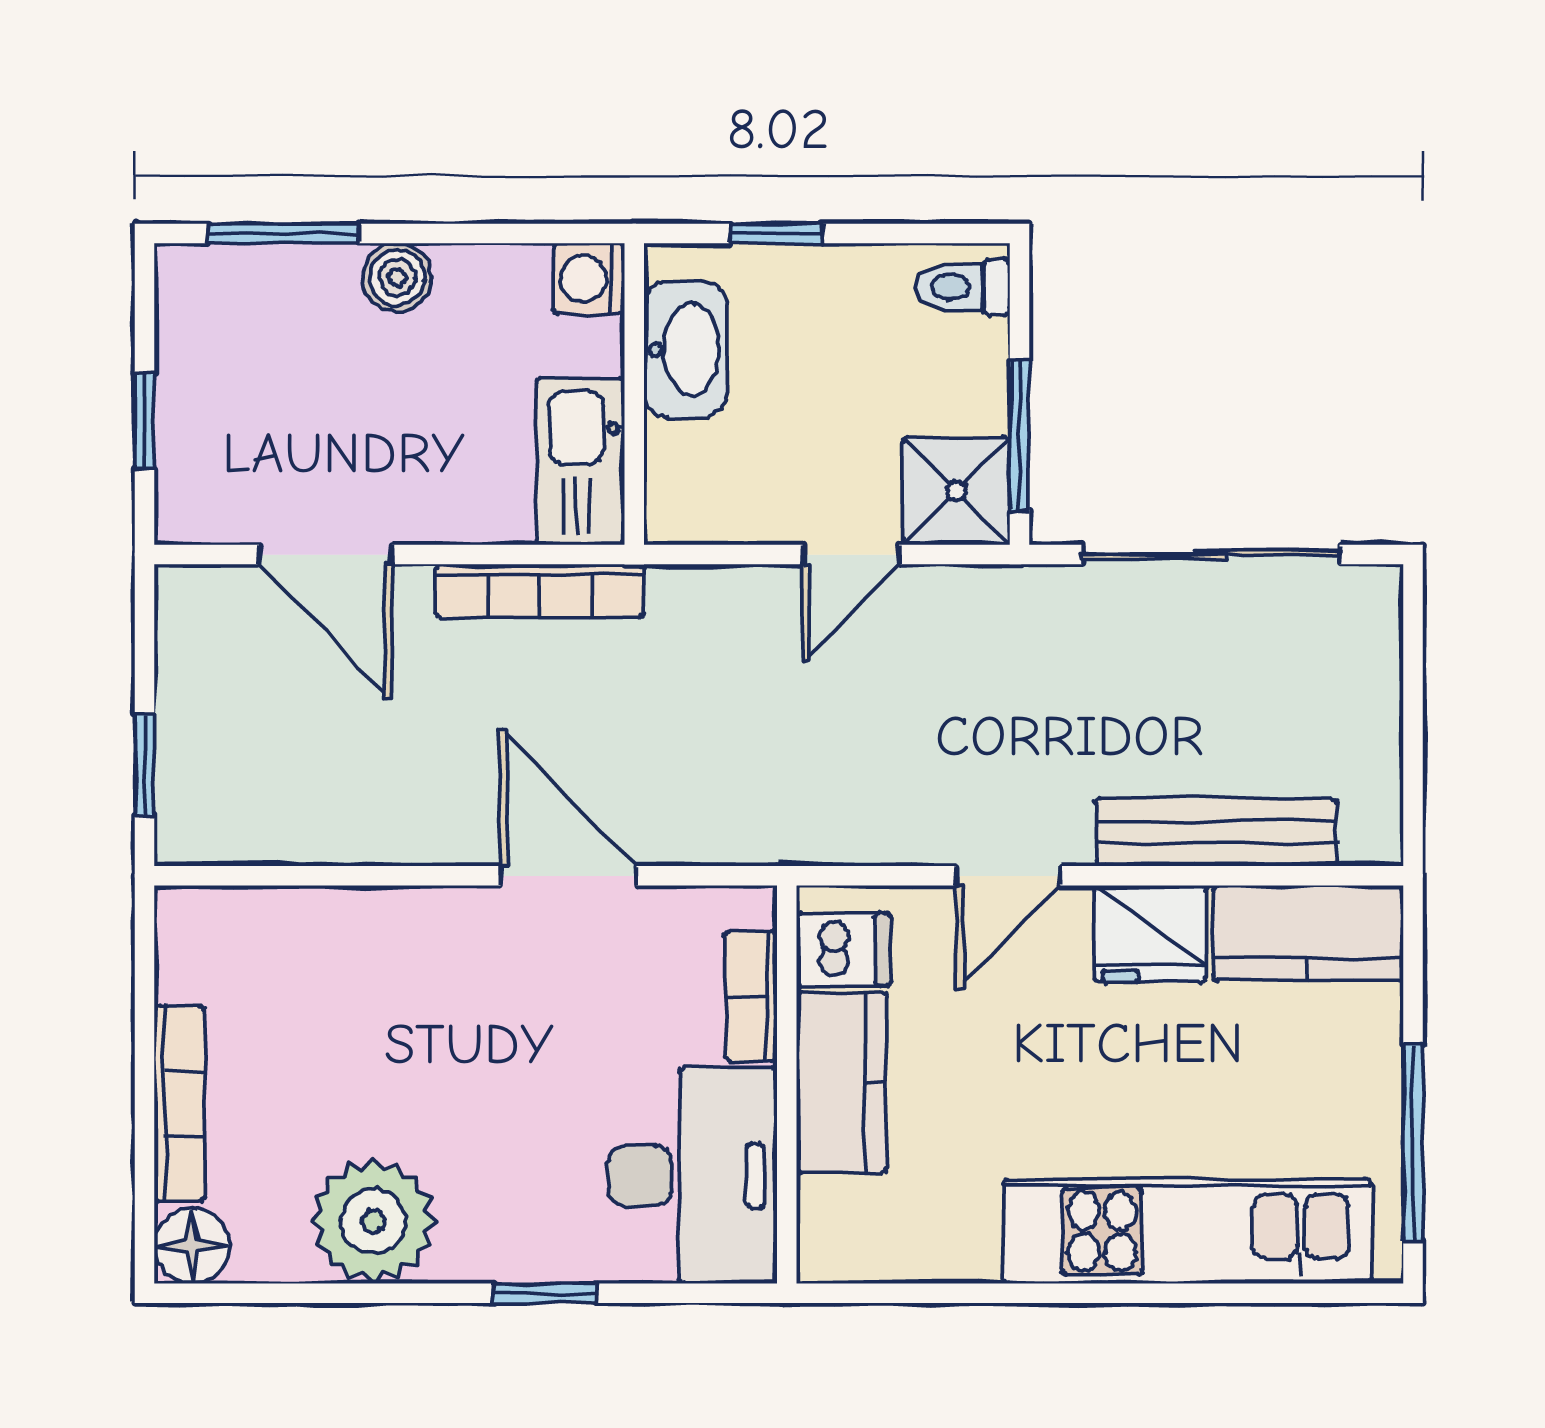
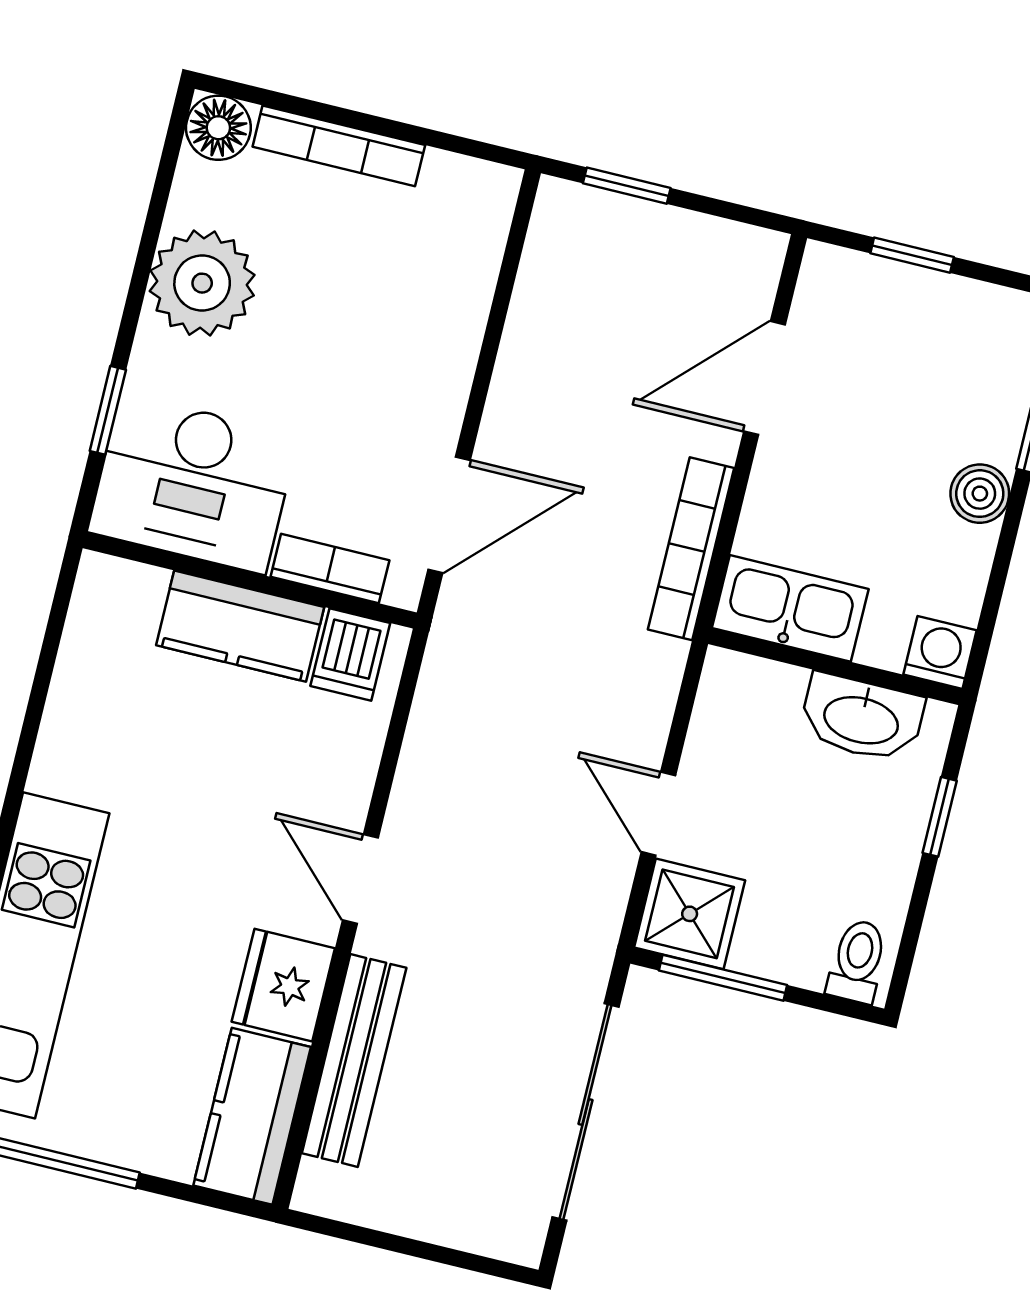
dishwasher: (843, 949) -> (350, 655), moved
bookcase: (751, 996) -> (330, 568), moved
kitchen counter: (842, 1083) -> (240, 626), moved
wall: (787, 1084) -> (250, 580), moved
desk: (692, 1176) -> (193, 484), moved

